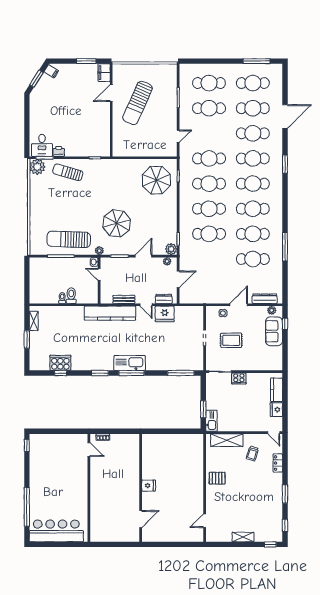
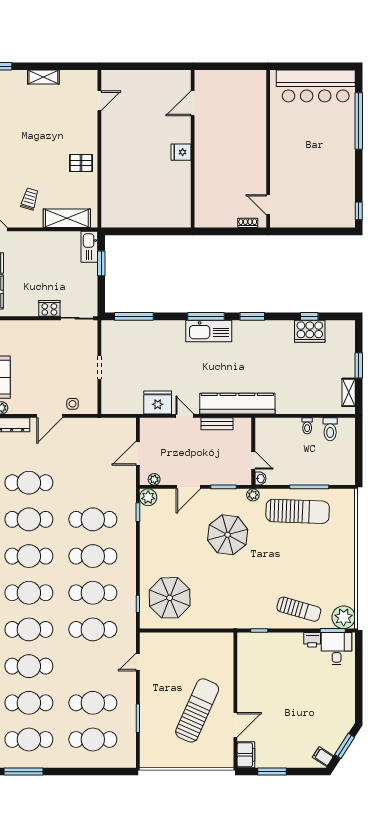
toilet: (71, 296) -> (330, 429), moved
dresser: (164, 299) -> (159, 424), removed
rug: (231, 340) -> (60, 364), removed

